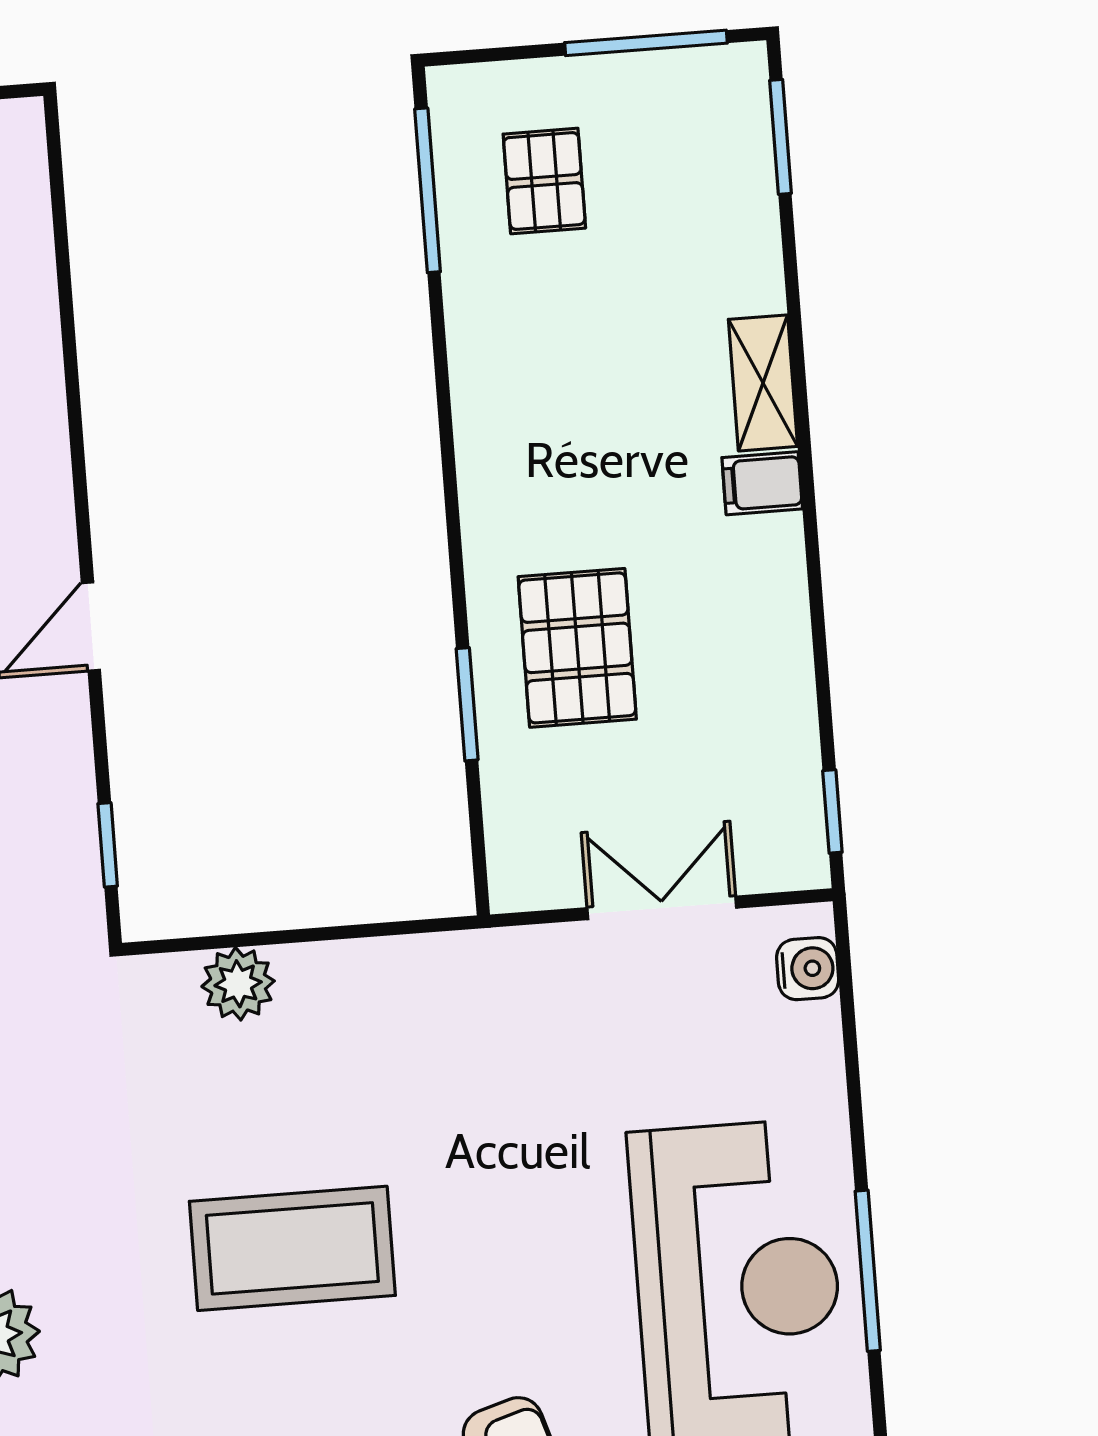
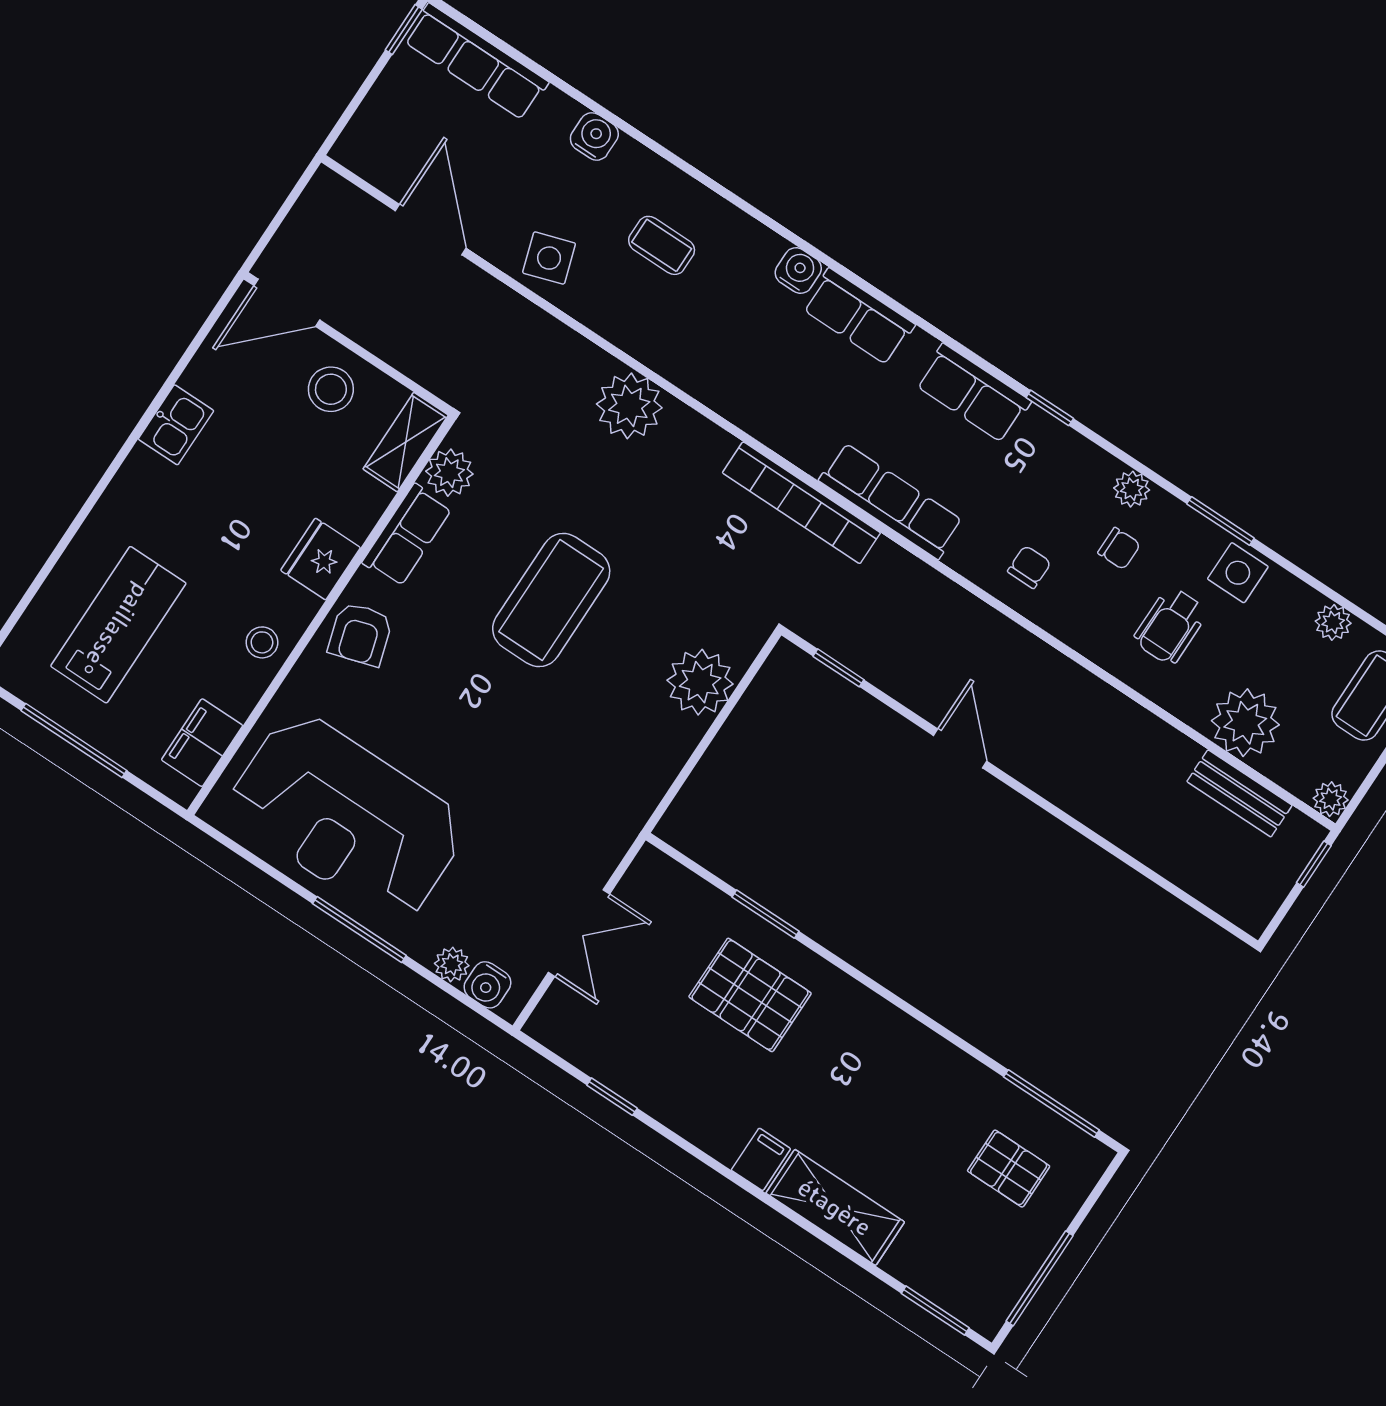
shelving: (763, 383) -> (835, 1207), width x1.50, depth x1.33
window: (832, 811) -> (612, 1097), moved
plant: (238, 984) -> (700, 682), width x1.36, depth x1.36
plant: (816, 1030) -> (452, 964), added
window: (868, 1271) -> (359, 929), moved

